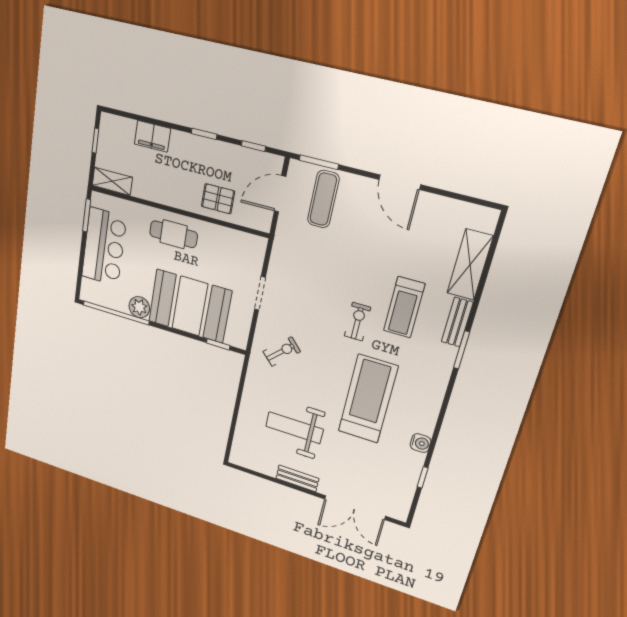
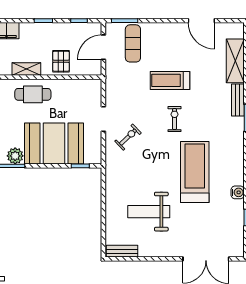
door: (400, 182) -> (201, 21), moved
shelving: (170, 197) -> (26, 69), added
pallet: (218, 199) -> (61, 61), turned 90
treadmill: (404, 307) -> (170, 80), moved, turned 90
exercise bike: (282, 352) -> (128, 137), moved
bench: (297, 478) -> (122, 251), moved

